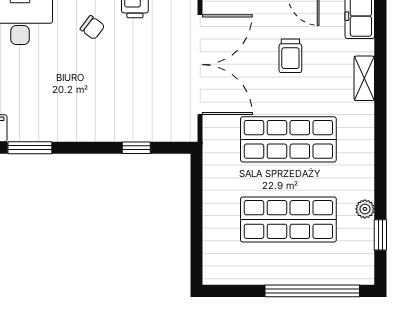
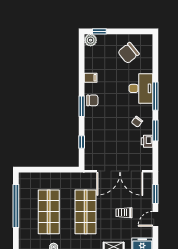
chair: (46, 125) -> (92, 100), added
window: (30, 148) -> (82, 106), moved
window: (312, 291) -> (16, 206), moved

